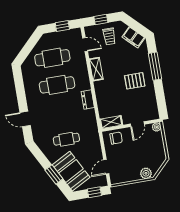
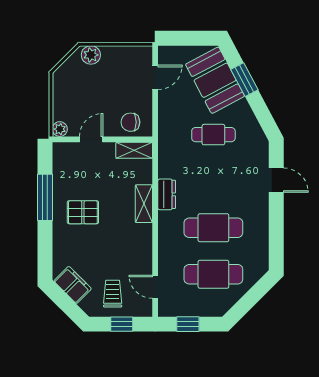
window: (155, 66) -> (45, 197), moved
shelving: (96, 69) -> (144, 204), moved
window: (94, 192) -> (182, 38), removed

